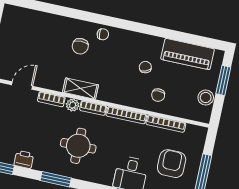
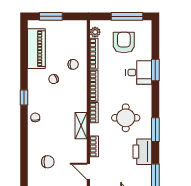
window: (130, 26) -> (24, 97), added
chair: (80, 46) -> (48, 162), moved
stool: (206, 98) -> (67, 27), removed
plant: (73, 105) -> (95, 32), moved
printer: (24, 159) -> (142, 152), width x1.87, depth x1.48
armchair: (172, 164) -> (124, 43), turned 90

